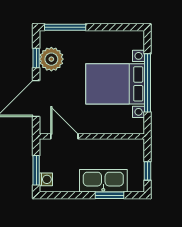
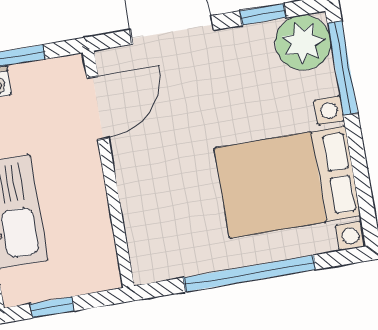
plant: (51, 59) -> (303, 43), moved
bed with nightstands: (115, 84) -> (287, 182), moved, turned -90

